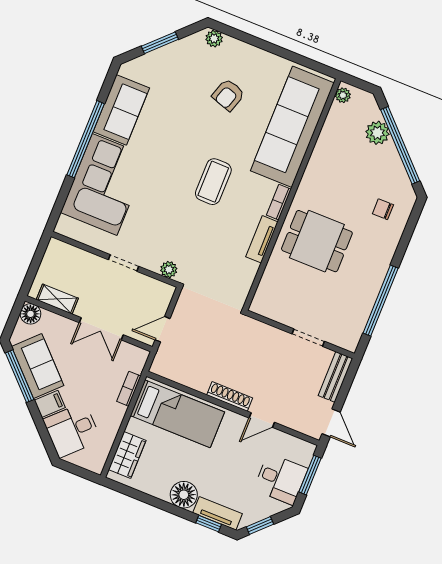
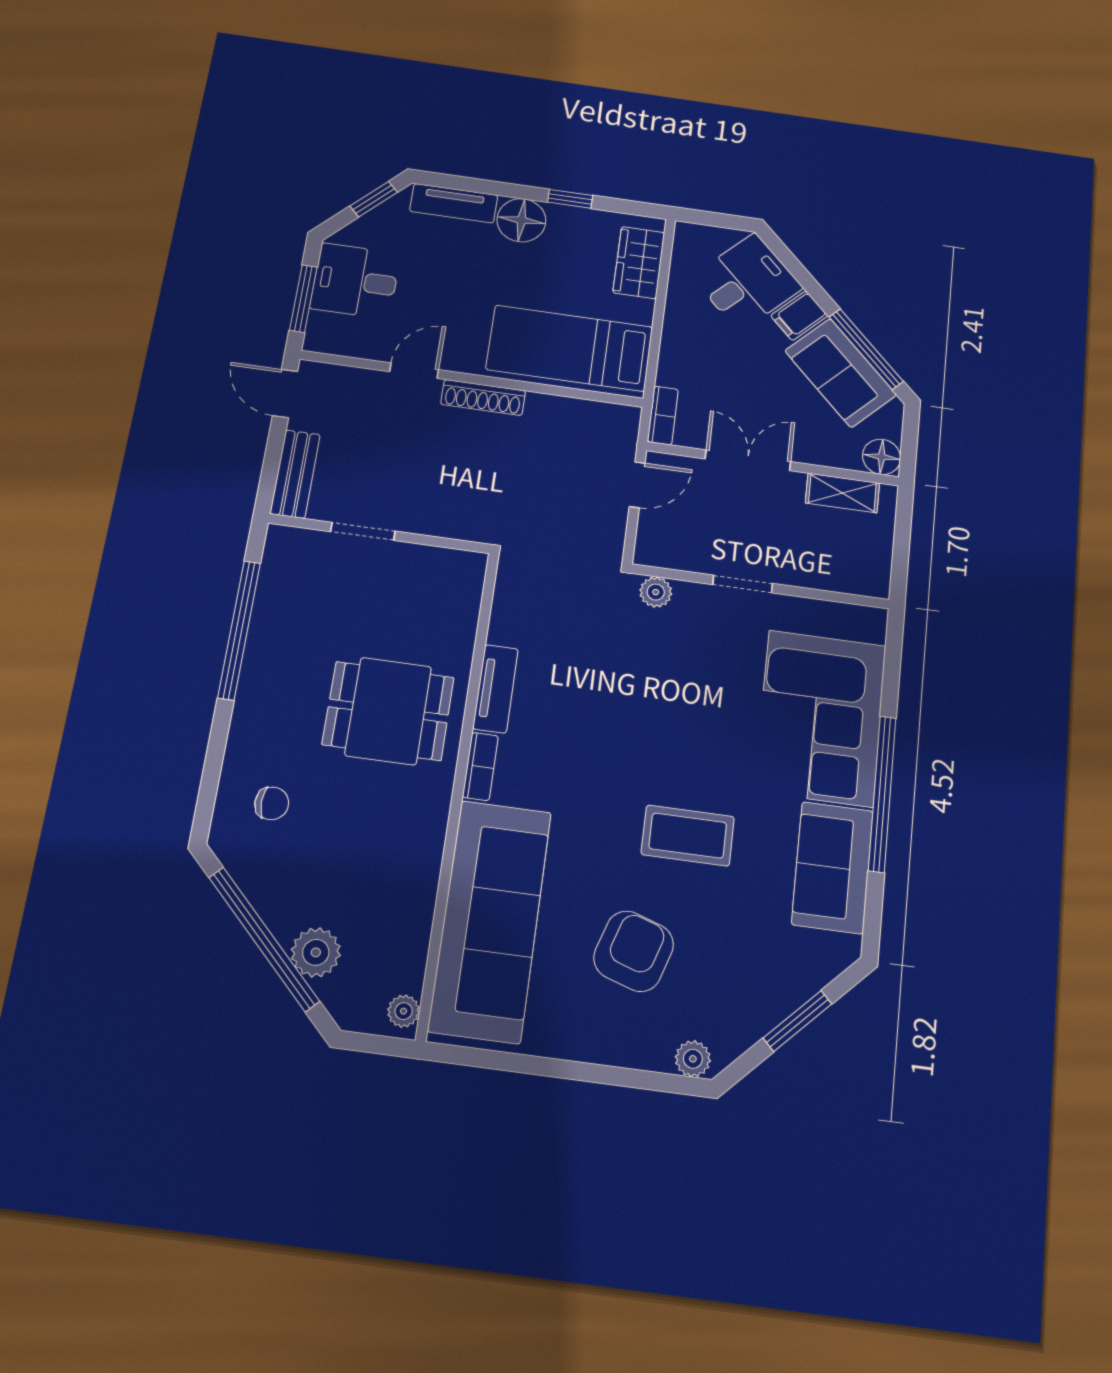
armchair: (228, 95) -> (634, 951), width x1.38, depth x1.38
coffee table: (213, 182) -> (688, 836), moved, turned 90
bookcase: (129, 389) -> (663, 415), moved
window: (209, 524) -> (570, 199), moved

